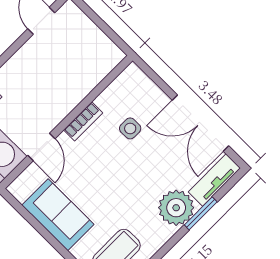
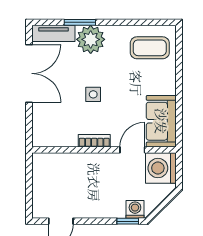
side table: (130, 128) -> (93, 94), moved
sofa: (58, 215) -> (161, 121), moved

